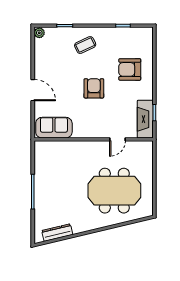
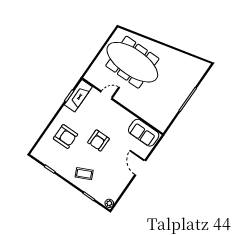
meeting table: (114, 191) -> (132, 62), width x1.36
dresser: (57, 232) -> (190, 61), removed

